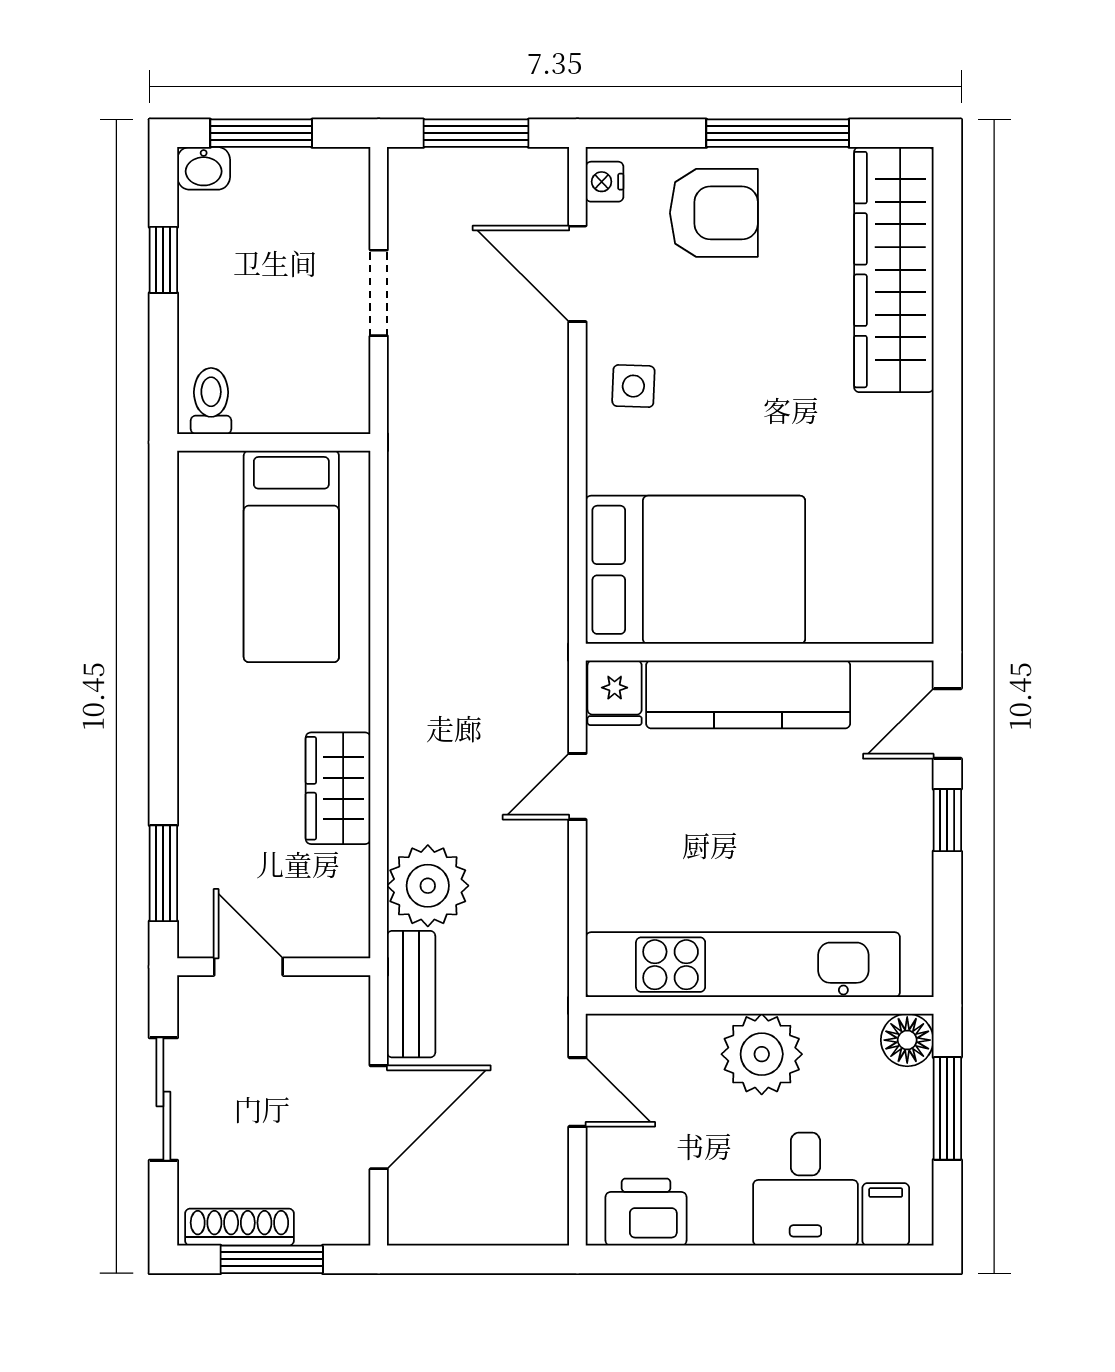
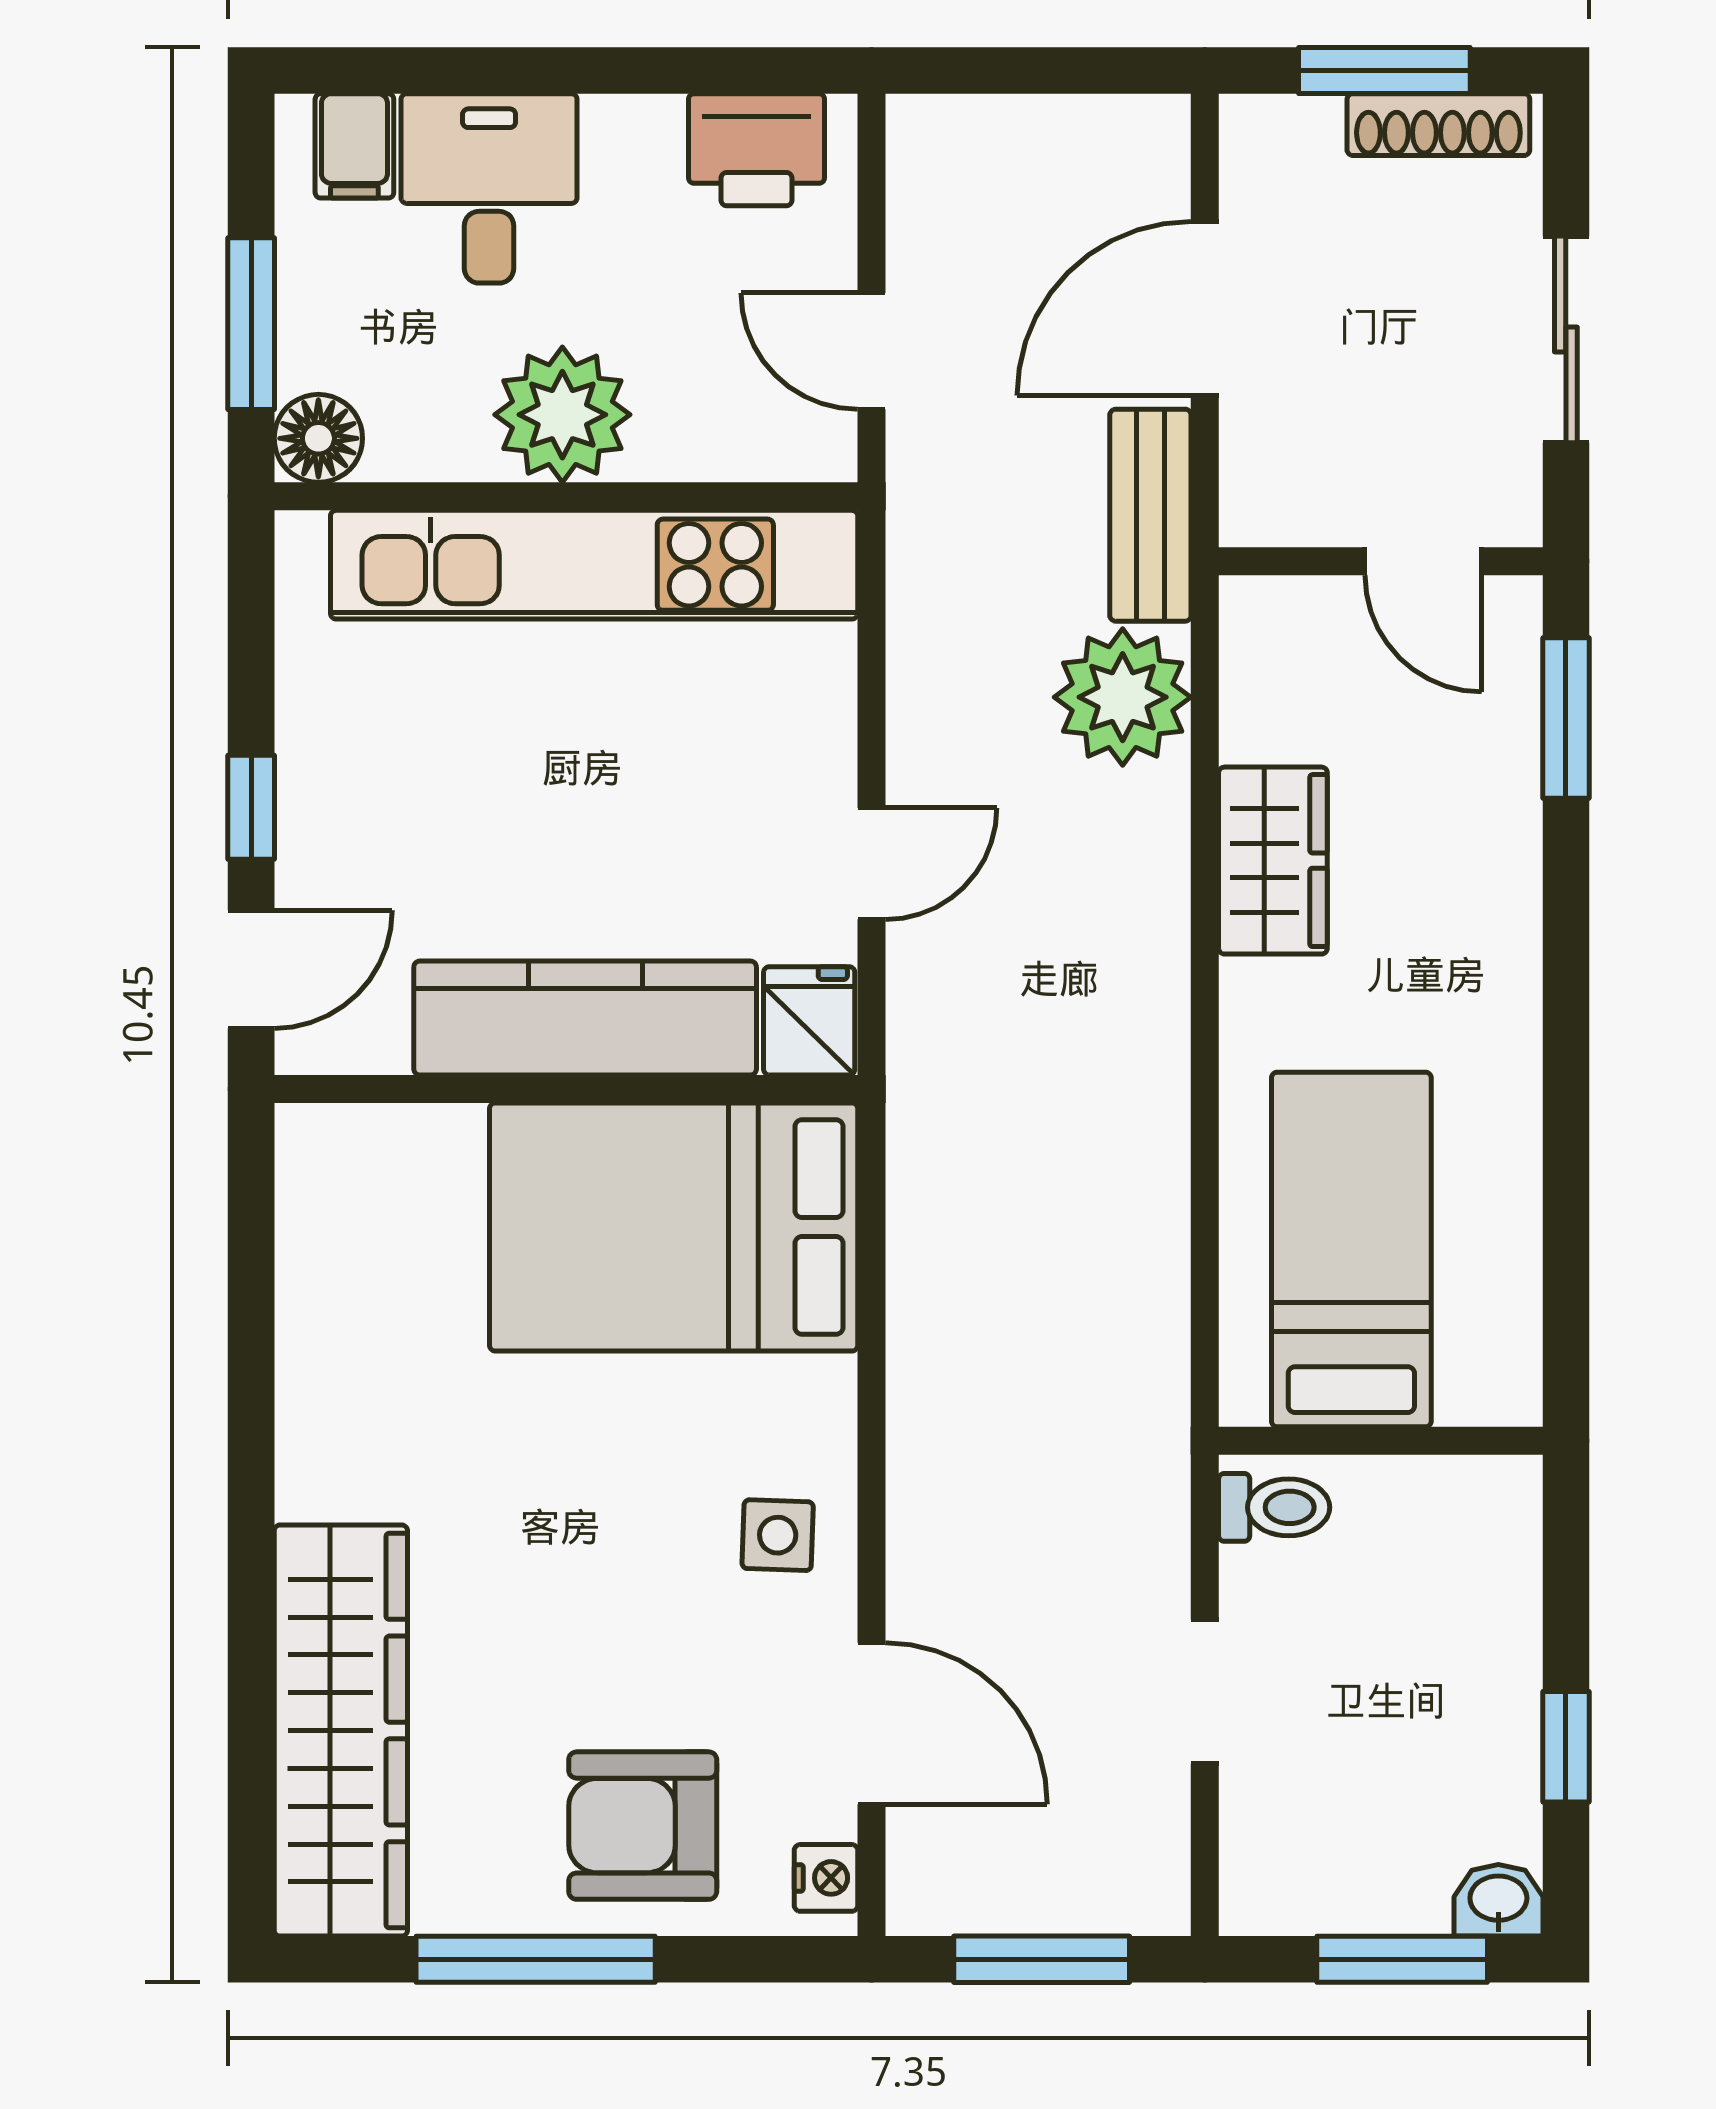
toilet: (211, 401) -> (1274, 1507), moved, turned -90

